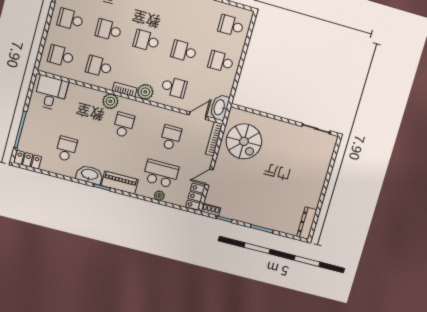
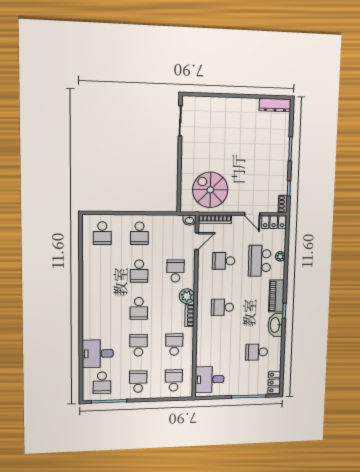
school desk: (70, 19) -> (138, 382), turned 180
school desk: (109, 30) -> (138, 345), turned 180
school desk: (61, 56) -> (174, 380), turned 180
school desk: (99, 66) -> (174, 344), turned 180
plant: (110, 101) -> (204, 325), removed
washbasin: (220, 107) -> (189, 220), width x0.52, depth x0.69
door: (198, 116) -> (197, 241), swing flipped
spiral stairs: (244, 141) -> (210, 190), turned -90

